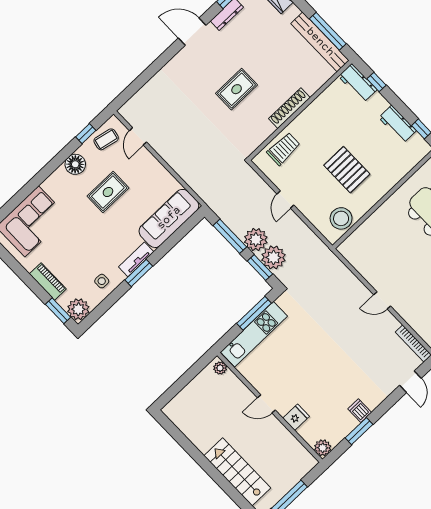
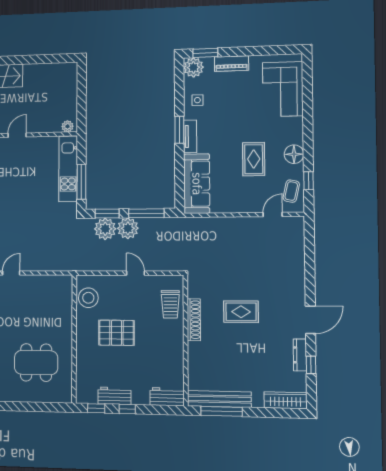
window: (376, 82) -> (127, 409), moved
rug: (237, 89) -> (241, 312), turned 90
shoe rack: (289, 108) -> (194, 320), moved
door: (138, 136) -> (273, 215), hinge flipped

